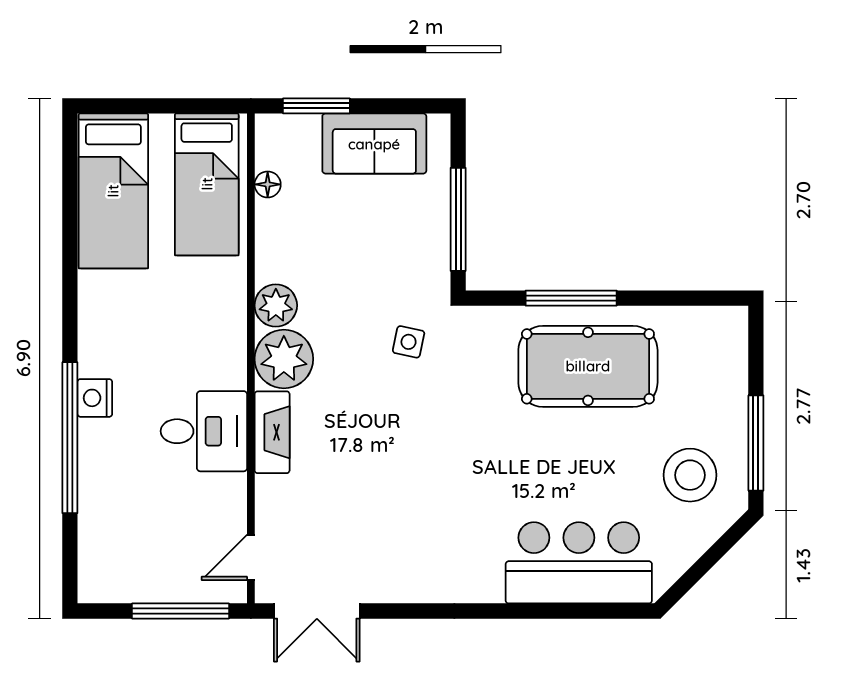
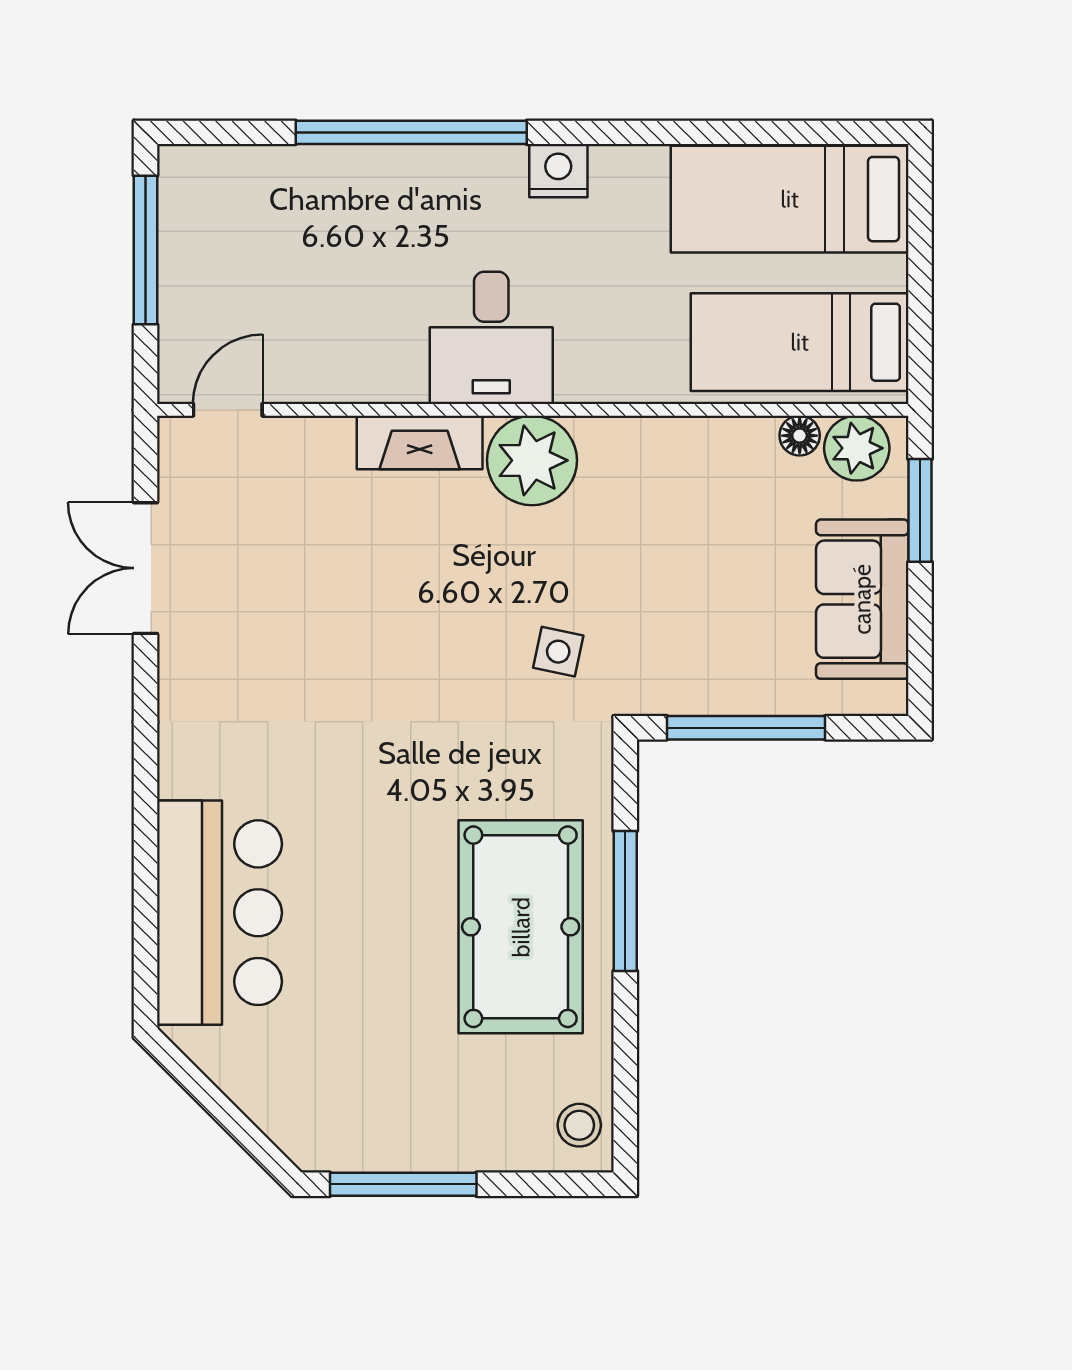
plant: (276, 305) -> (857, 448), moved
nightstand: (95, 398) -> (558, 171), moved
desk: (204, 431) -> (491, 338), moved
stool: (690, 475) -> (579, 1125), moved, width x0.53, depth x0.53
door: (251, 557) -> (228, 410), hinge flipped
window: (181, 611) -> (146, 250), moved
double door: (317, 611) -> (146, 568), moved

